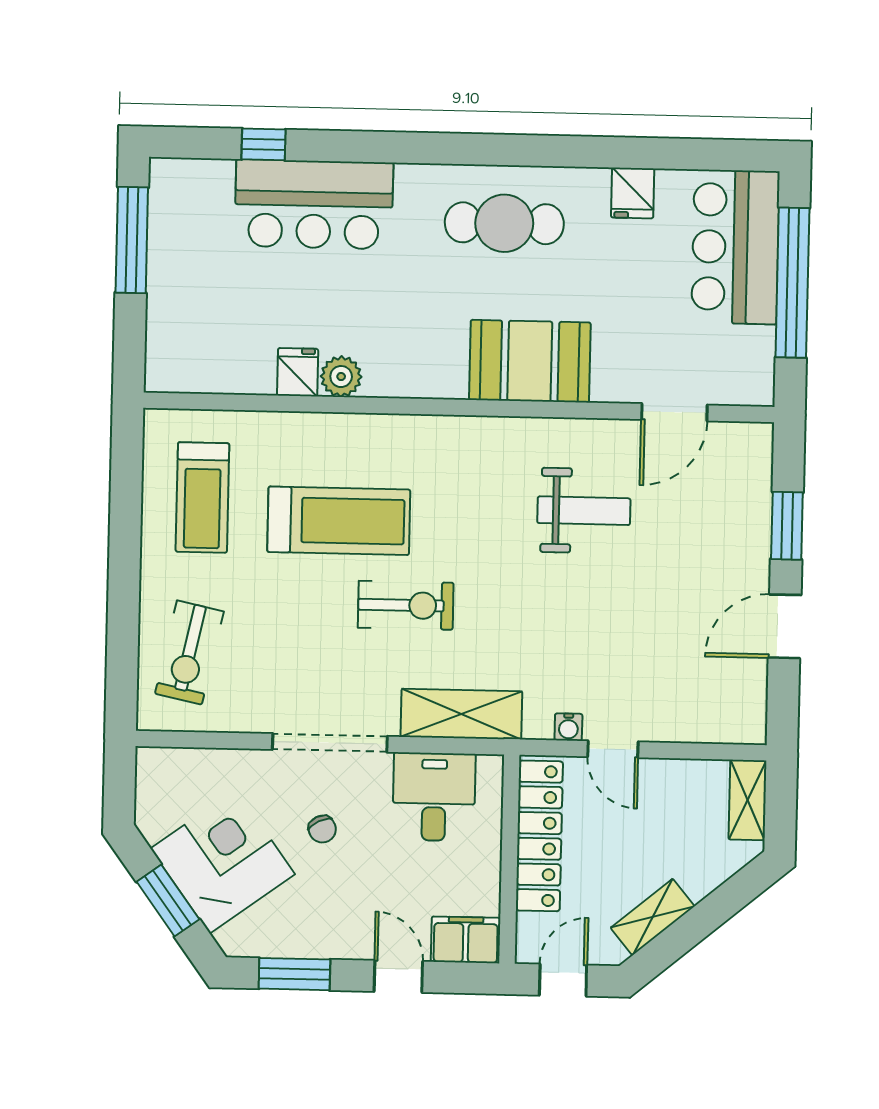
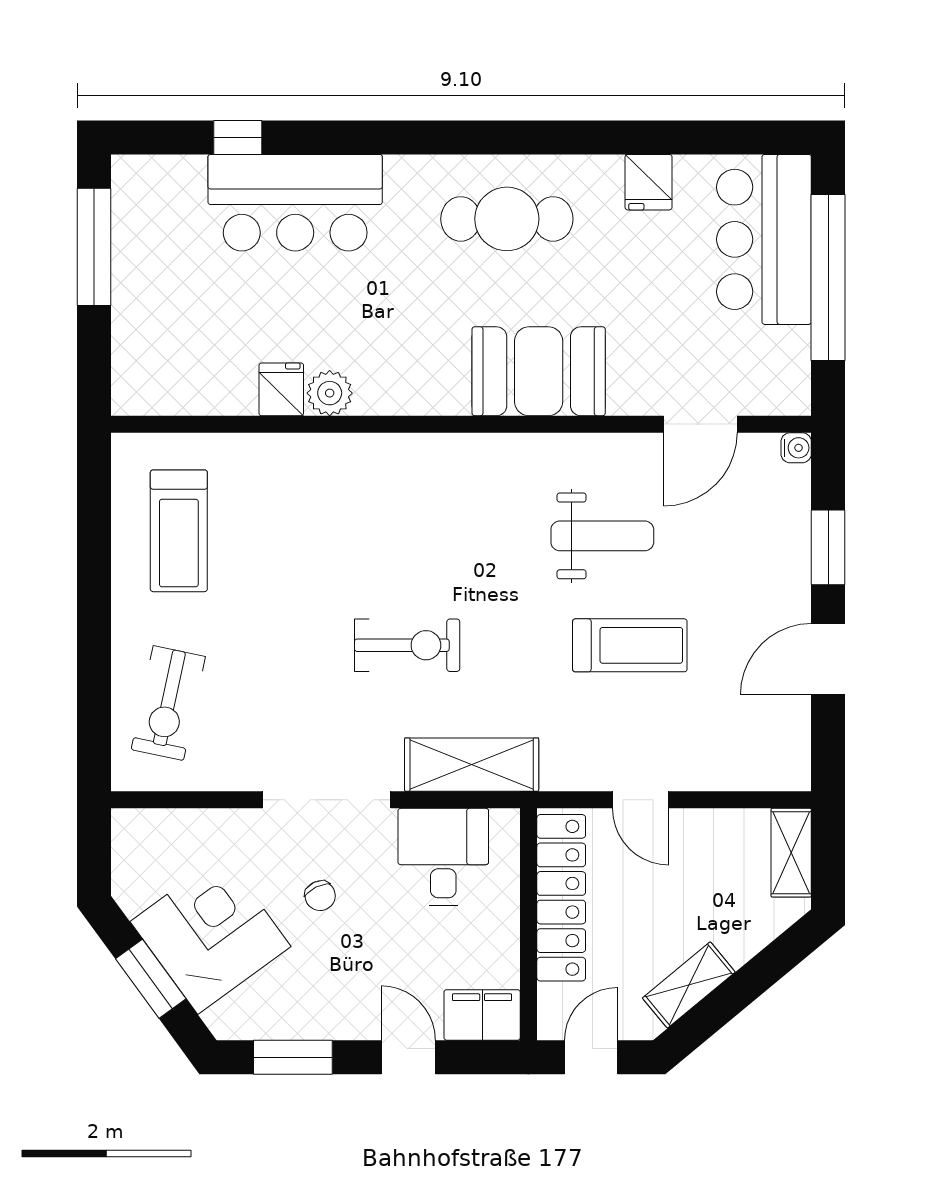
treadmill: (339, 521) -> (630, 645), moved, width x0.73, depth x0.73
water cooler: (568, 727) -> (796, 448), moved, turned -90

